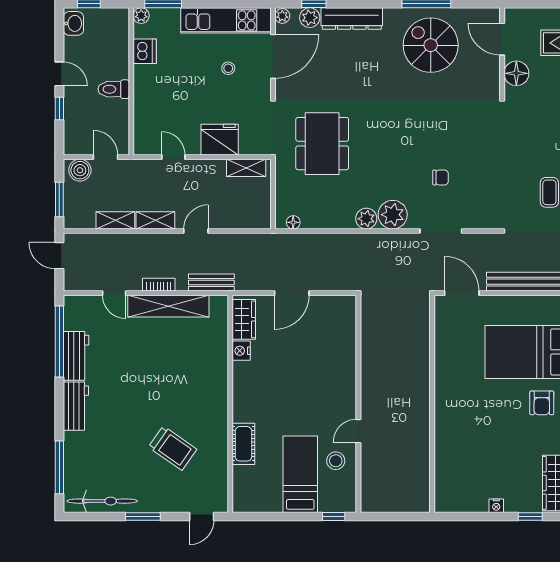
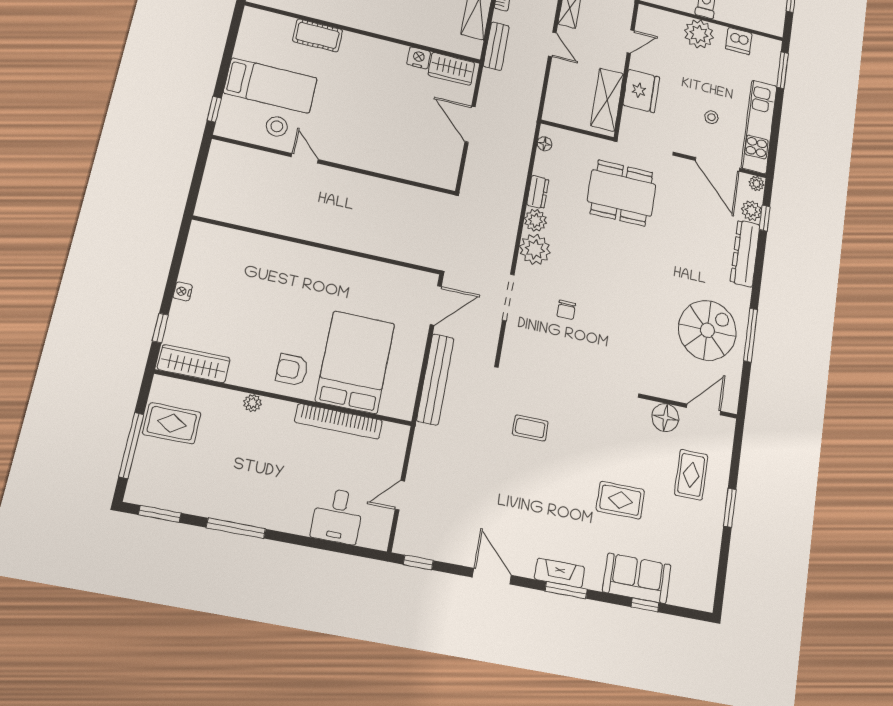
plant: (141, 16) -> (699, 34), moved, width x1.88, depth x1.88
shelving: (246, 168) -> (607, 100), width x1.50, depth x1.33
dresser: (340, 221) -> (538, 192), added

